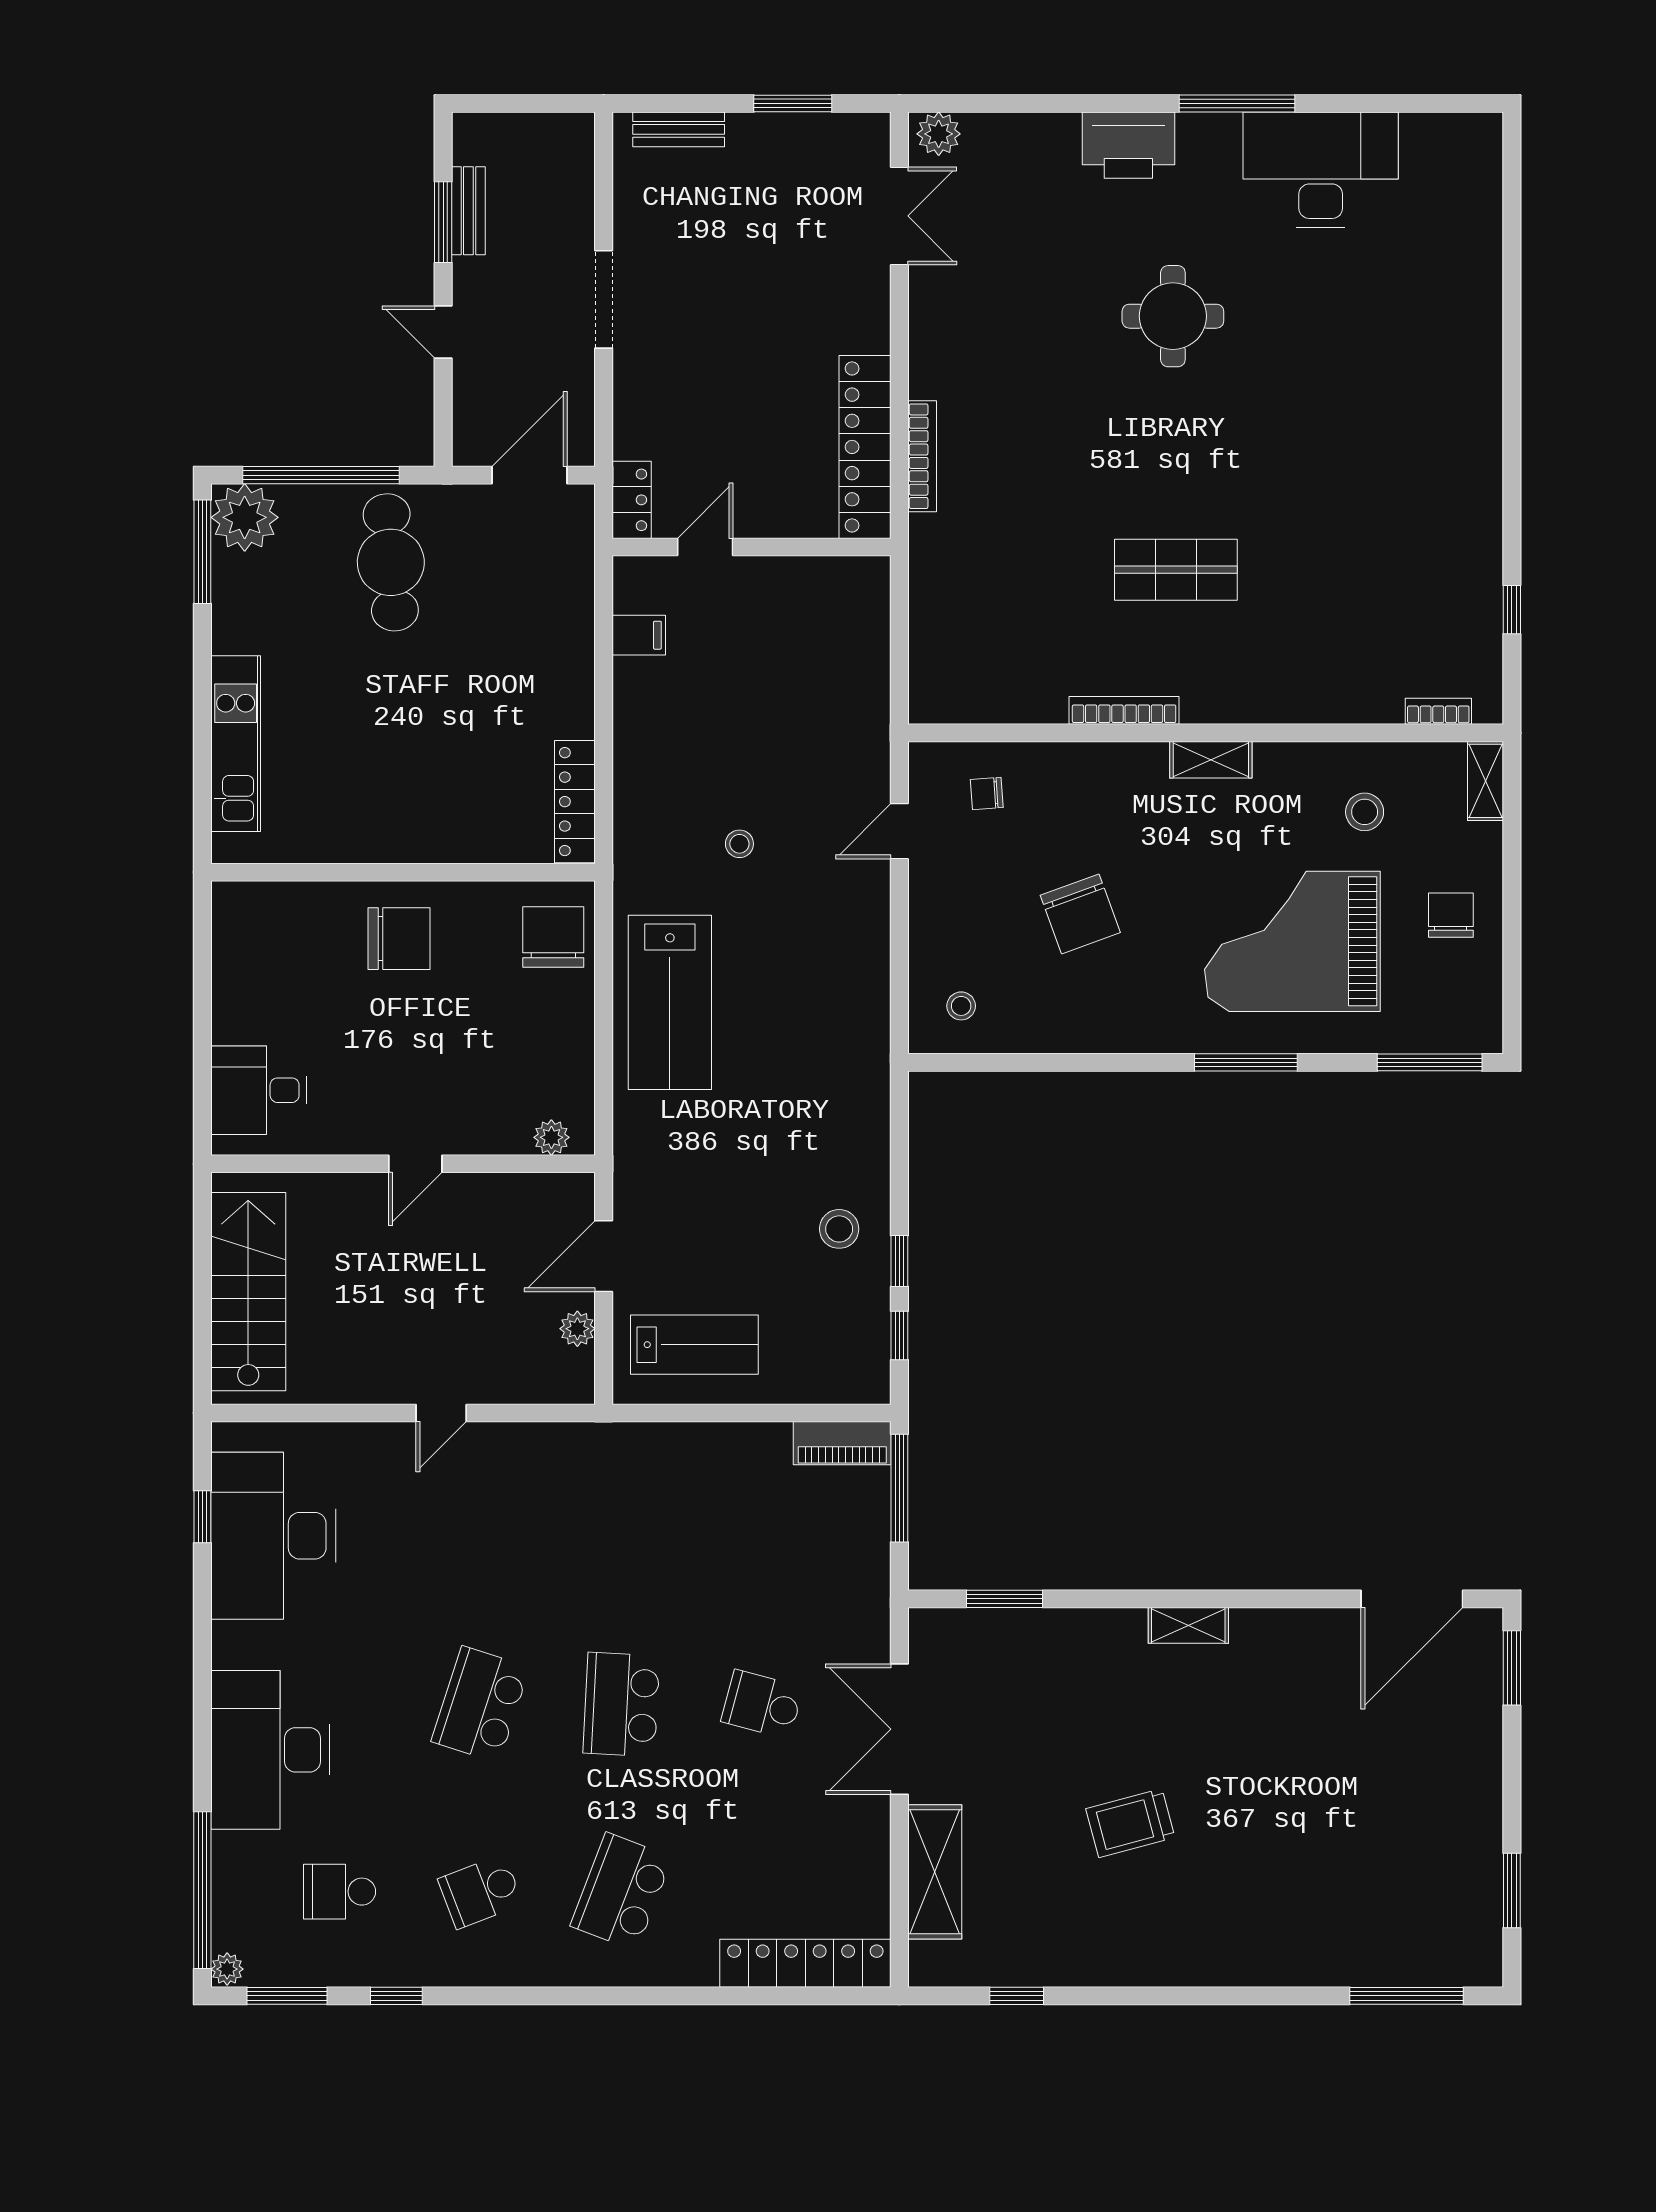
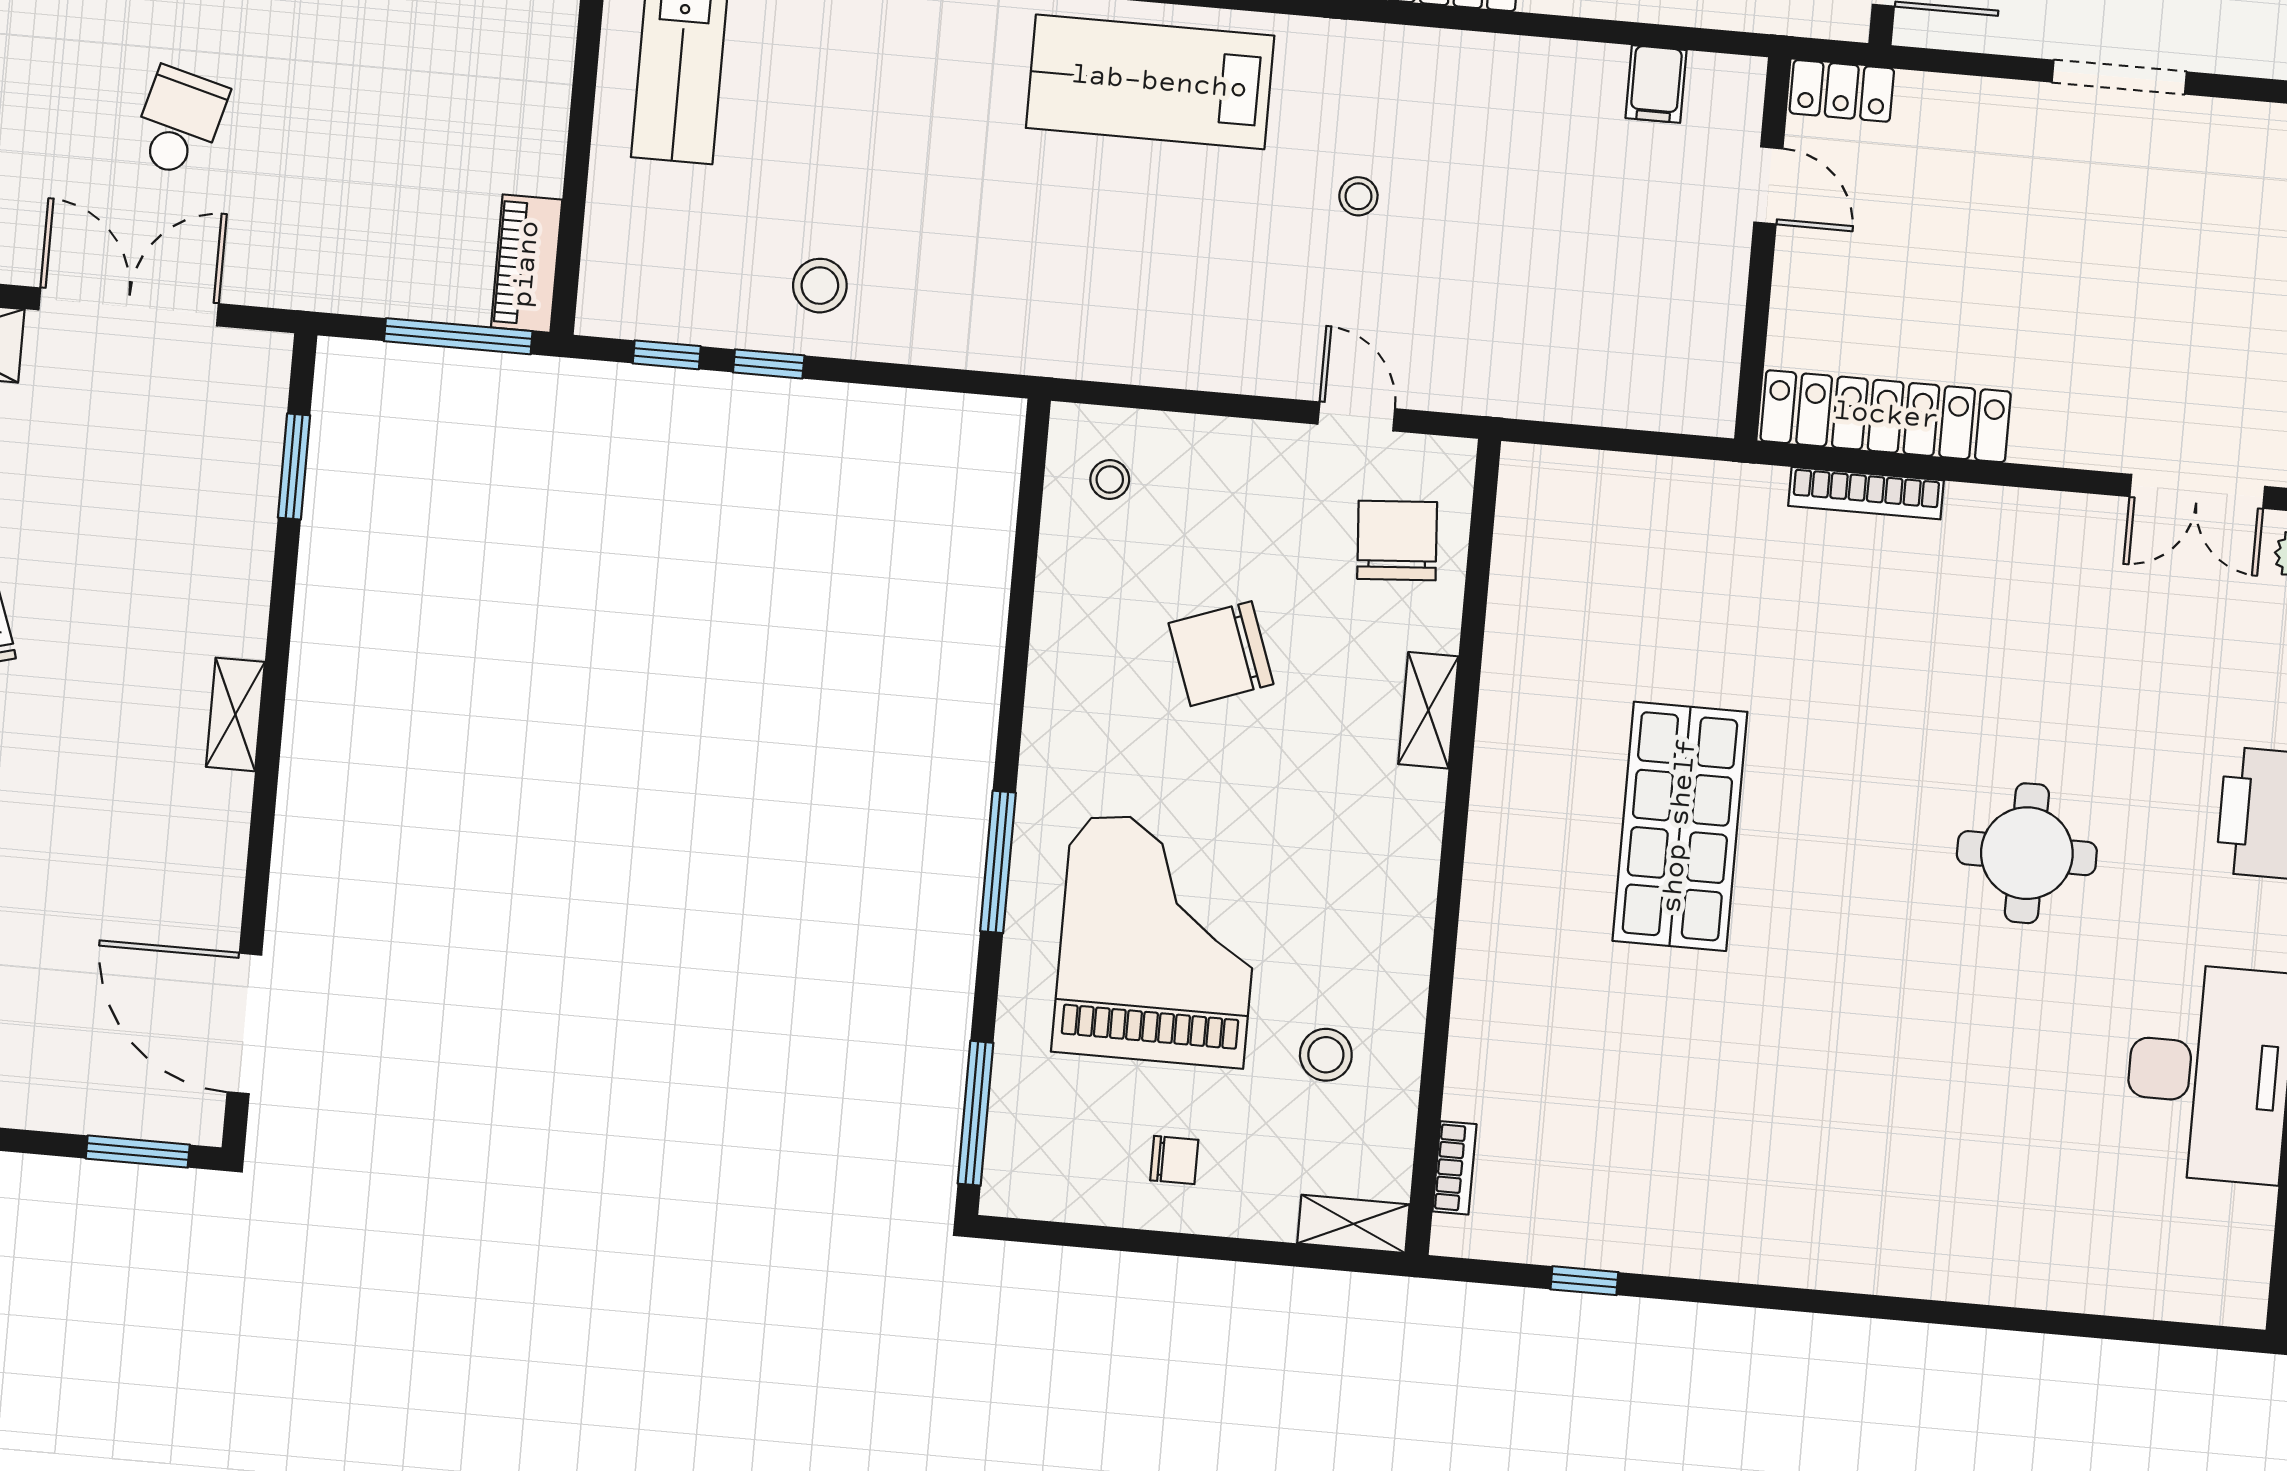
shop shelf: (1176, 570) -> (1680, 826), width x1.43, depth x1.36
bookcase: (1124, 710) -> (1494, 738), removed
shelving: (1211, 760) -> (1428, 710), moved
chair: (987, 793) -> (1397, 540), width x1.87, depth x1.87
chair: (1451, 915) -> (1174, 1160), width x0.73, depth x0.73

